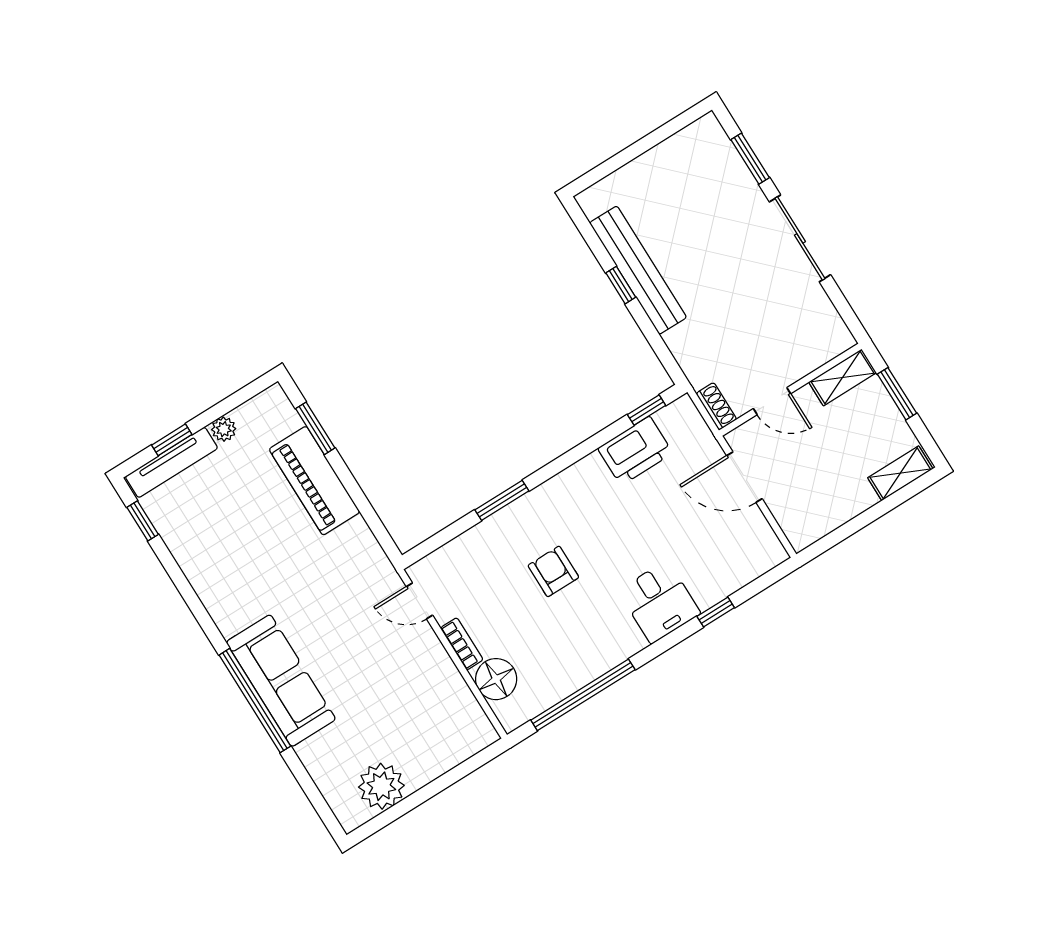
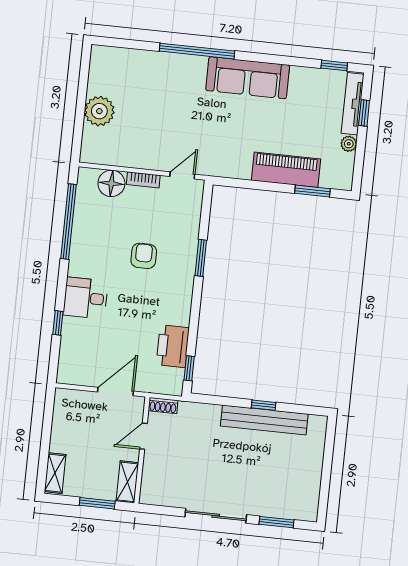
armchair: (553, 571) -> (144, 256), turned -90
sofa: (281, 681) -> (248, 78), moved
plant: (381, 786) -> (99, 111), moved

